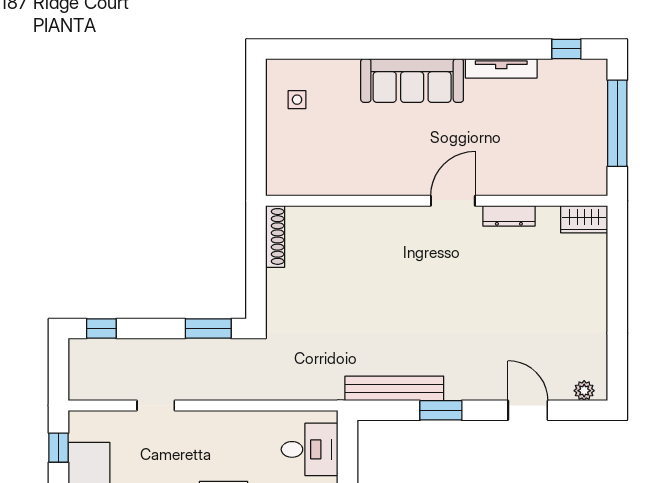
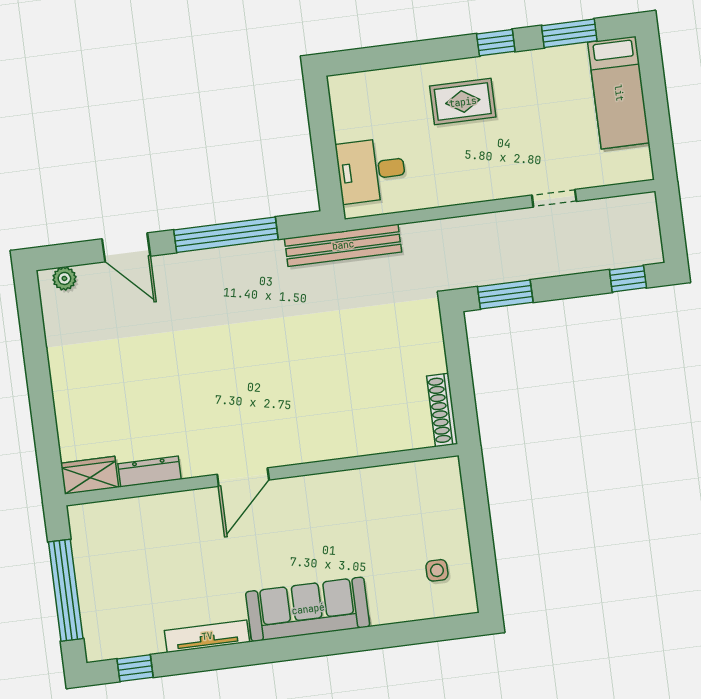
dresser: (509, 216) -> (149, 472), moved
bench: (394, 388) -> (343, 245), moved
window: (441, 410) -> (226, 235), width x2.11
window: (58, 448) -> (660, 136), removed

